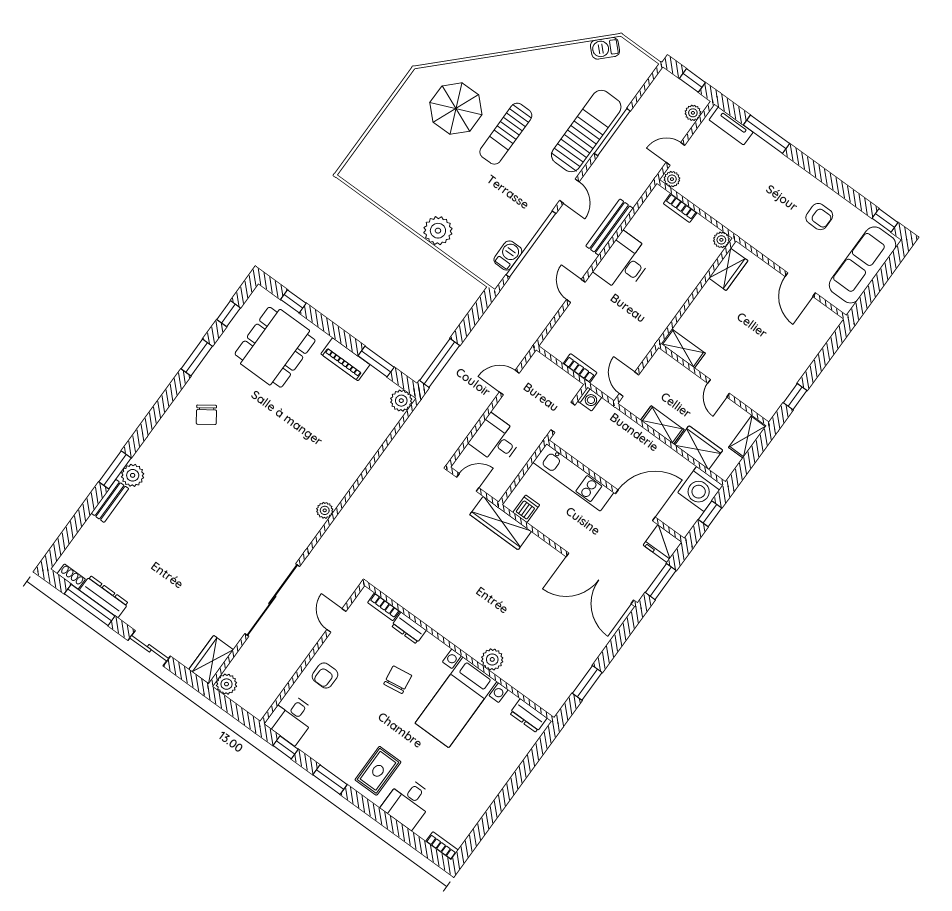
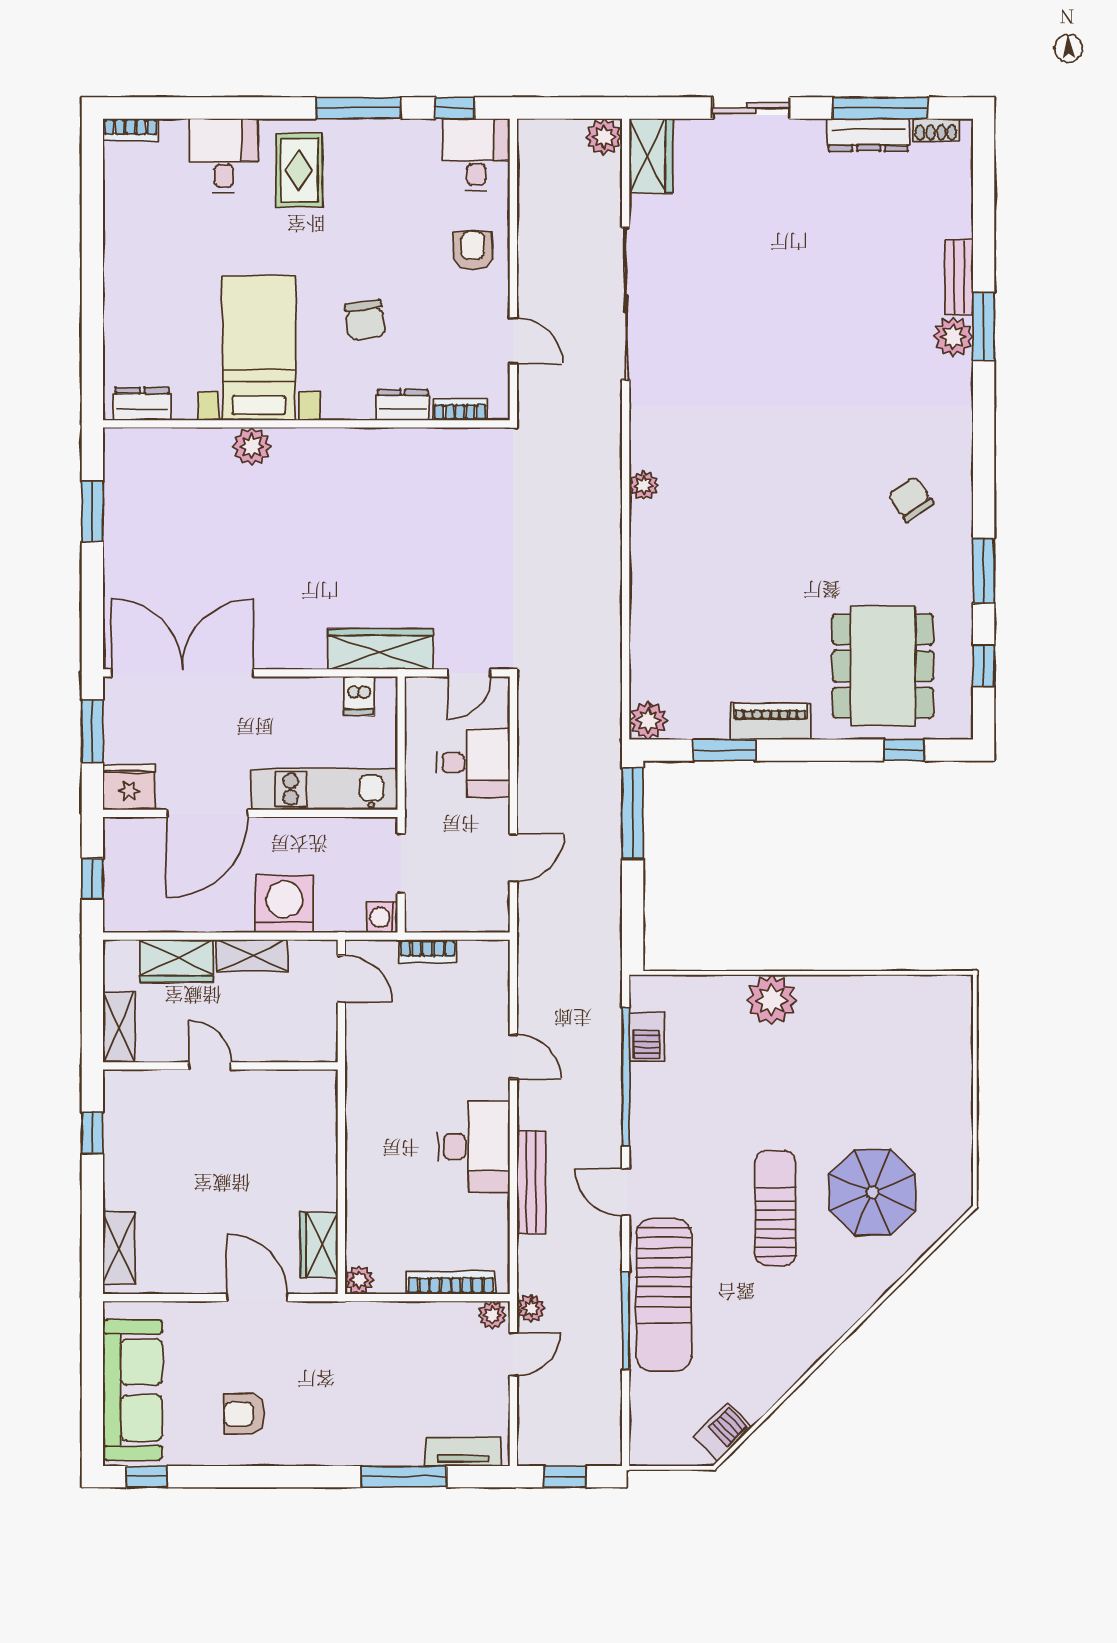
plant: (693, 113) -> (531, 1308), moved
bookcase: (680, 208) -> (451, 1283), width x1.56
door: (800, 285) -> (257, 1298), moved
shelving: (683, 348) -> (119, 1248), moved, turned 90
washing machine: (700, 489) -> (285, 904), moved
window: (330, 780) -> (358, 108), width x1.44

